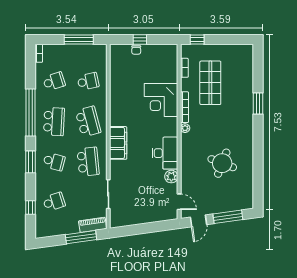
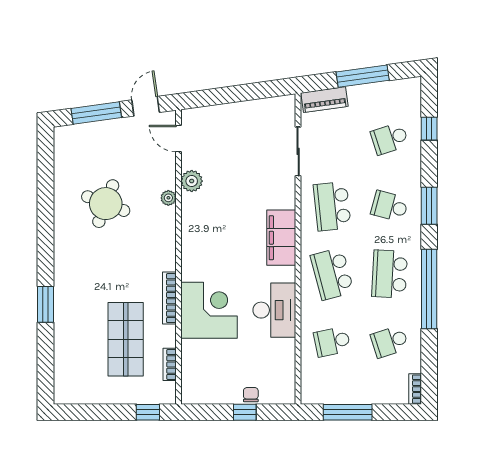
plant: (185, 128) -> (168, 198), moved
desk: (165, 153) -> (274, 310), moved, turned 180
window: (81, 237) -> (363, 76), moved

